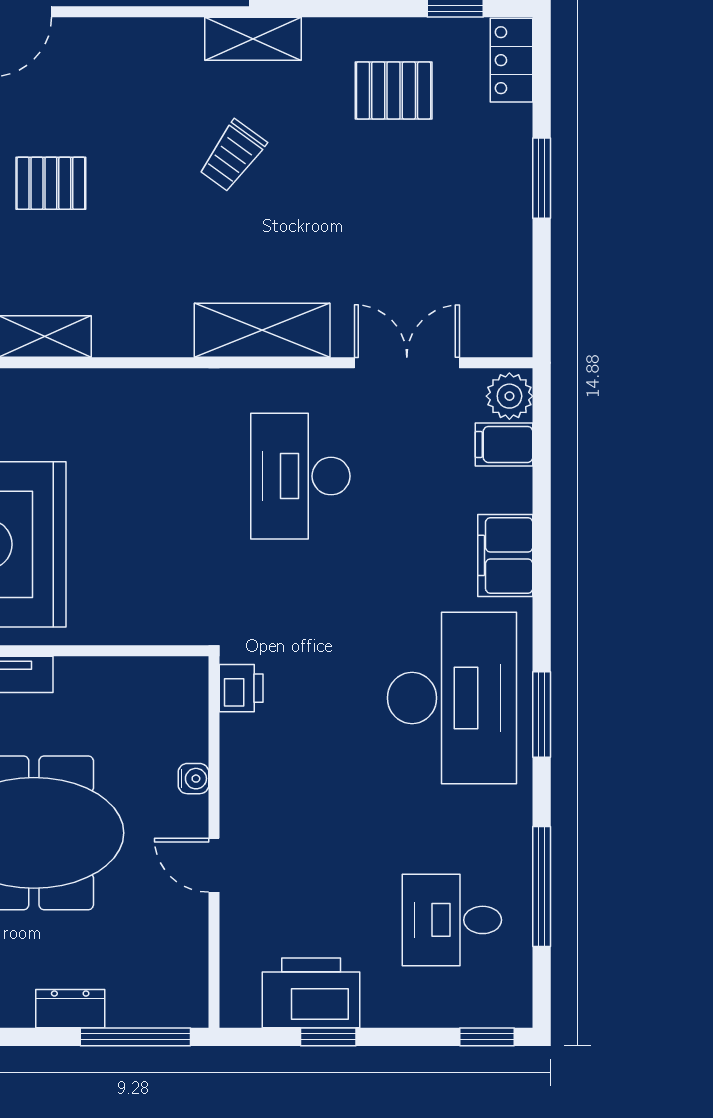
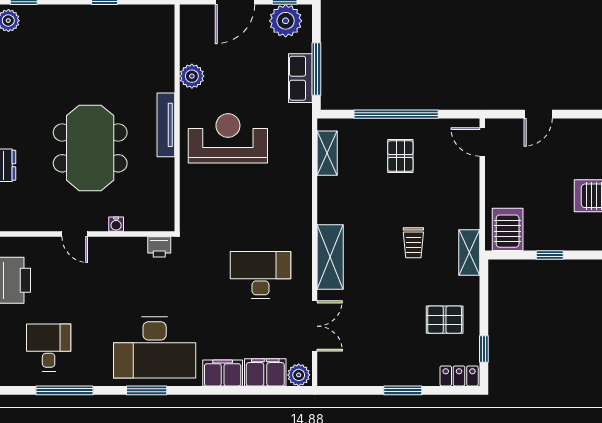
pallet: (394, 90) -> (445, 320), turned 90
trolley: (233, 156) -> (413, 243), turned -126
filing cabinet: (504, 444) -> (265, 372), width x2.00
door: (214, 865) -> (75, 234), swing flipped

